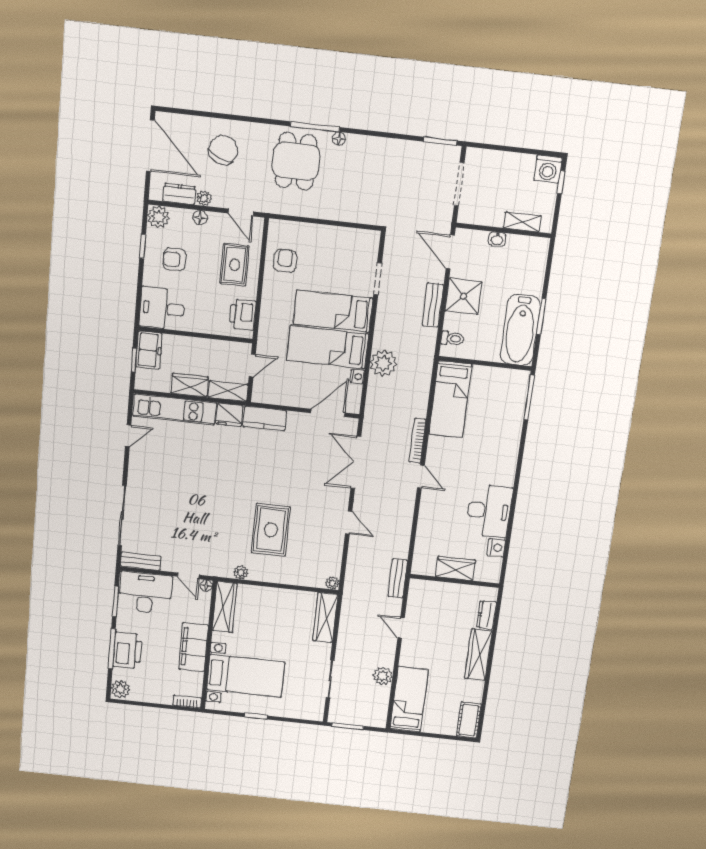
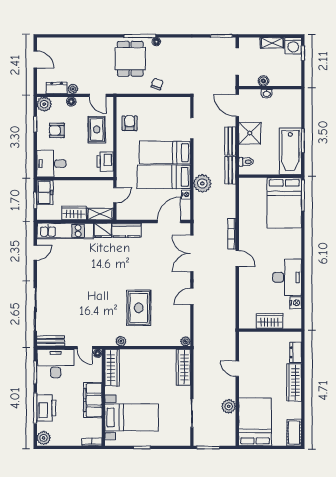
door: (150, 146) -> (35, 60), width x0.53
chair: (223, 150) -> (157, 84), moved, width x0.54, depth x0.54
boiler: (495, 219) -> (263, 81), added
shelving: (522, 222) -> (272, 43), moved
bed: (450, 399) -> (284, 203), moved, width x1.50
door: (349, 522) -> (192, 296), swing flipped
bench: (398, 578) -> (230, 170), moved
bed: (409, 699) -> (255, 422), width x1.50

